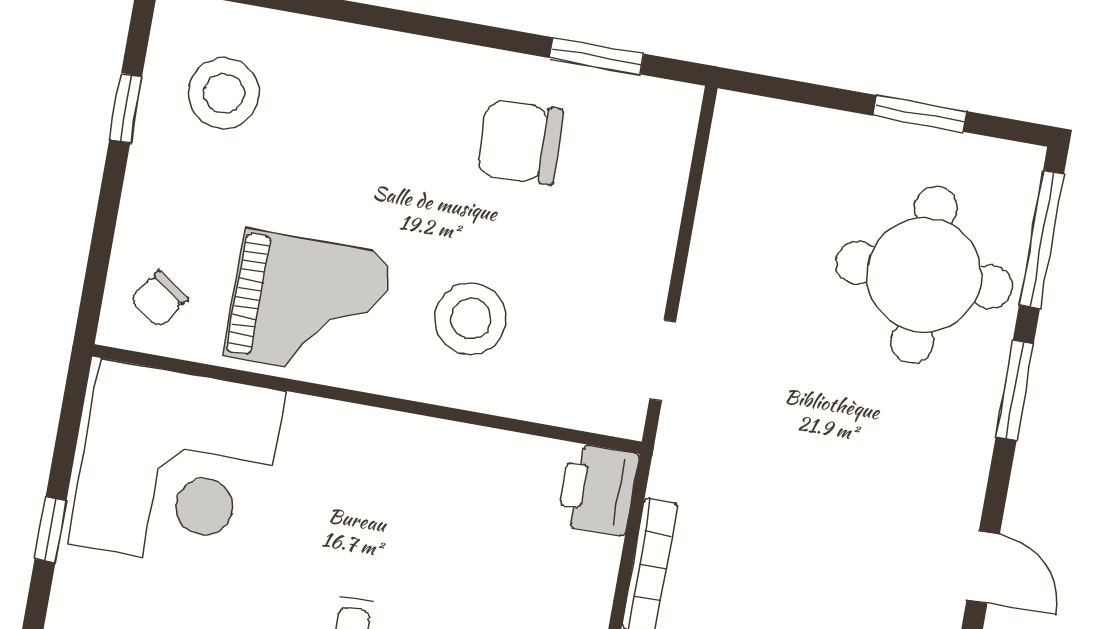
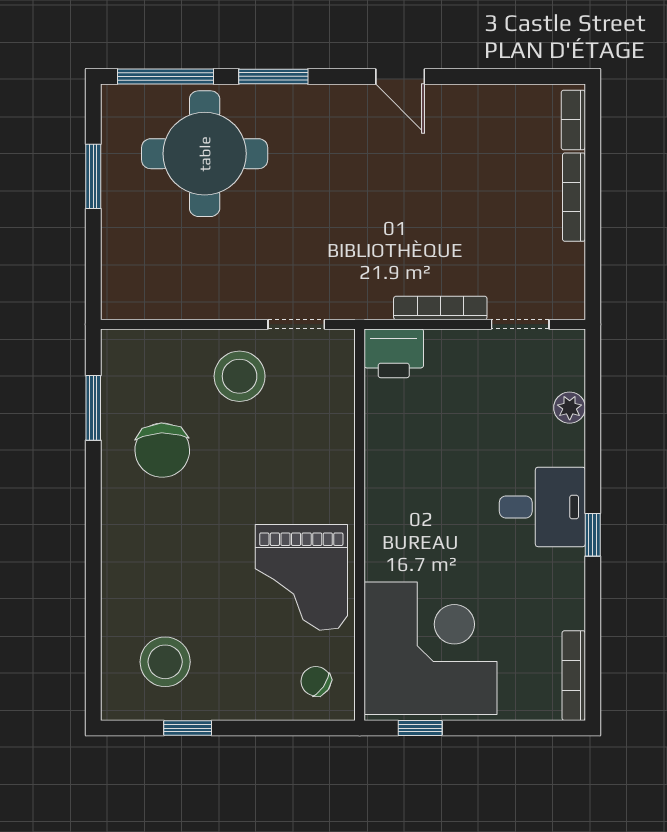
chair: (159, 299) -> (316, 681), turned 180
grand piano: (308, 304) -> (301, 577), turned 180
stool: (471, 319) -> (240, 376), moved
window: (51, 530) -> (420, 728), moved
door: (983, 567) -> (400, 76), swing flipped

